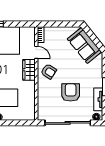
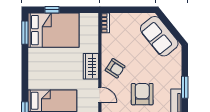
door: (36, 52) -> (100, 95), moved

